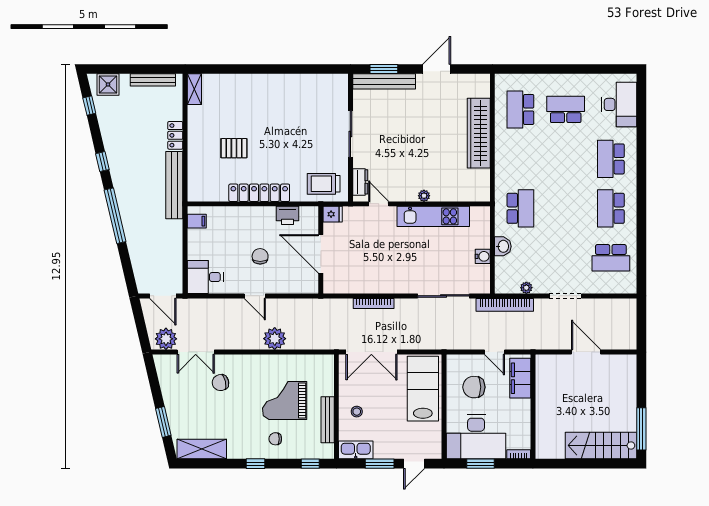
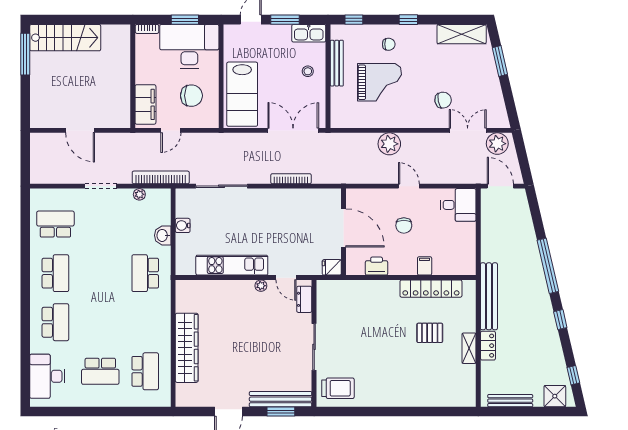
shelving: (194, 89) -> (469, 348), moved
trolley: (324, 184) -> (338, 388), moved
locker: (259, 193) -> (431, 289), moved
plant: (424, 196) -> (261, 286), moved
filing cabinet: (197, 221) -> (425, 266), moved, turned 90
door: (495, 352) -> (171, 130), swing flipped

